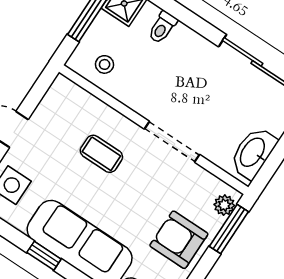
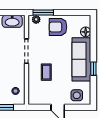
armchair: (179, 240) -> (58, 27), turned 90

